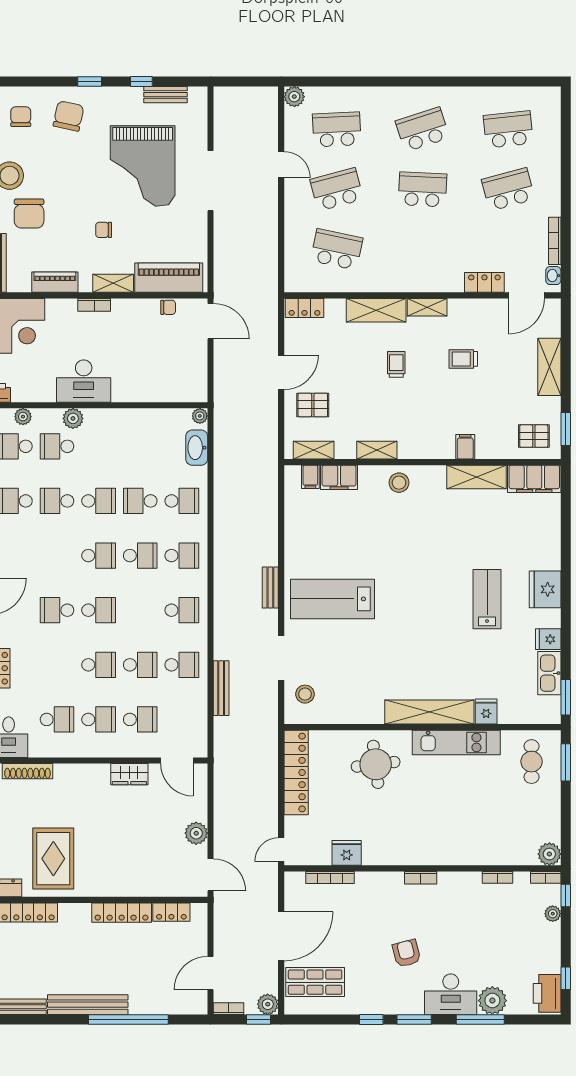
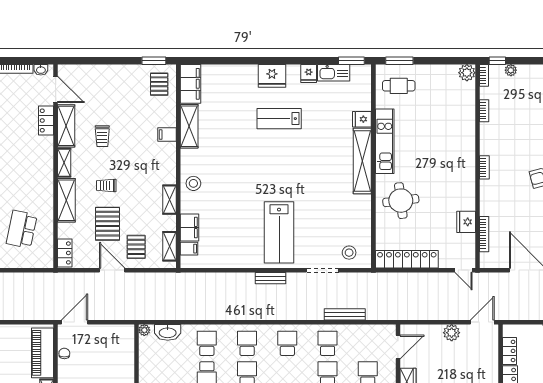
pallet: (344, 366) -> (108, 224), added
shelving: (549, 367) -> (66, 126), moved, turned 90

